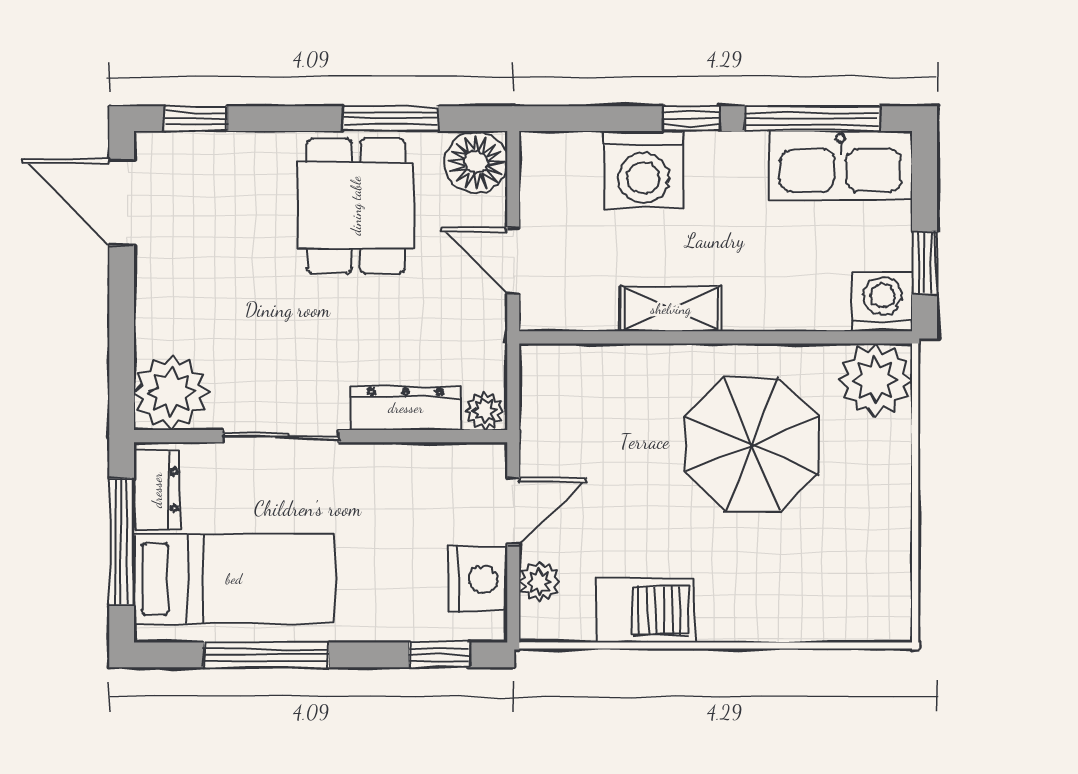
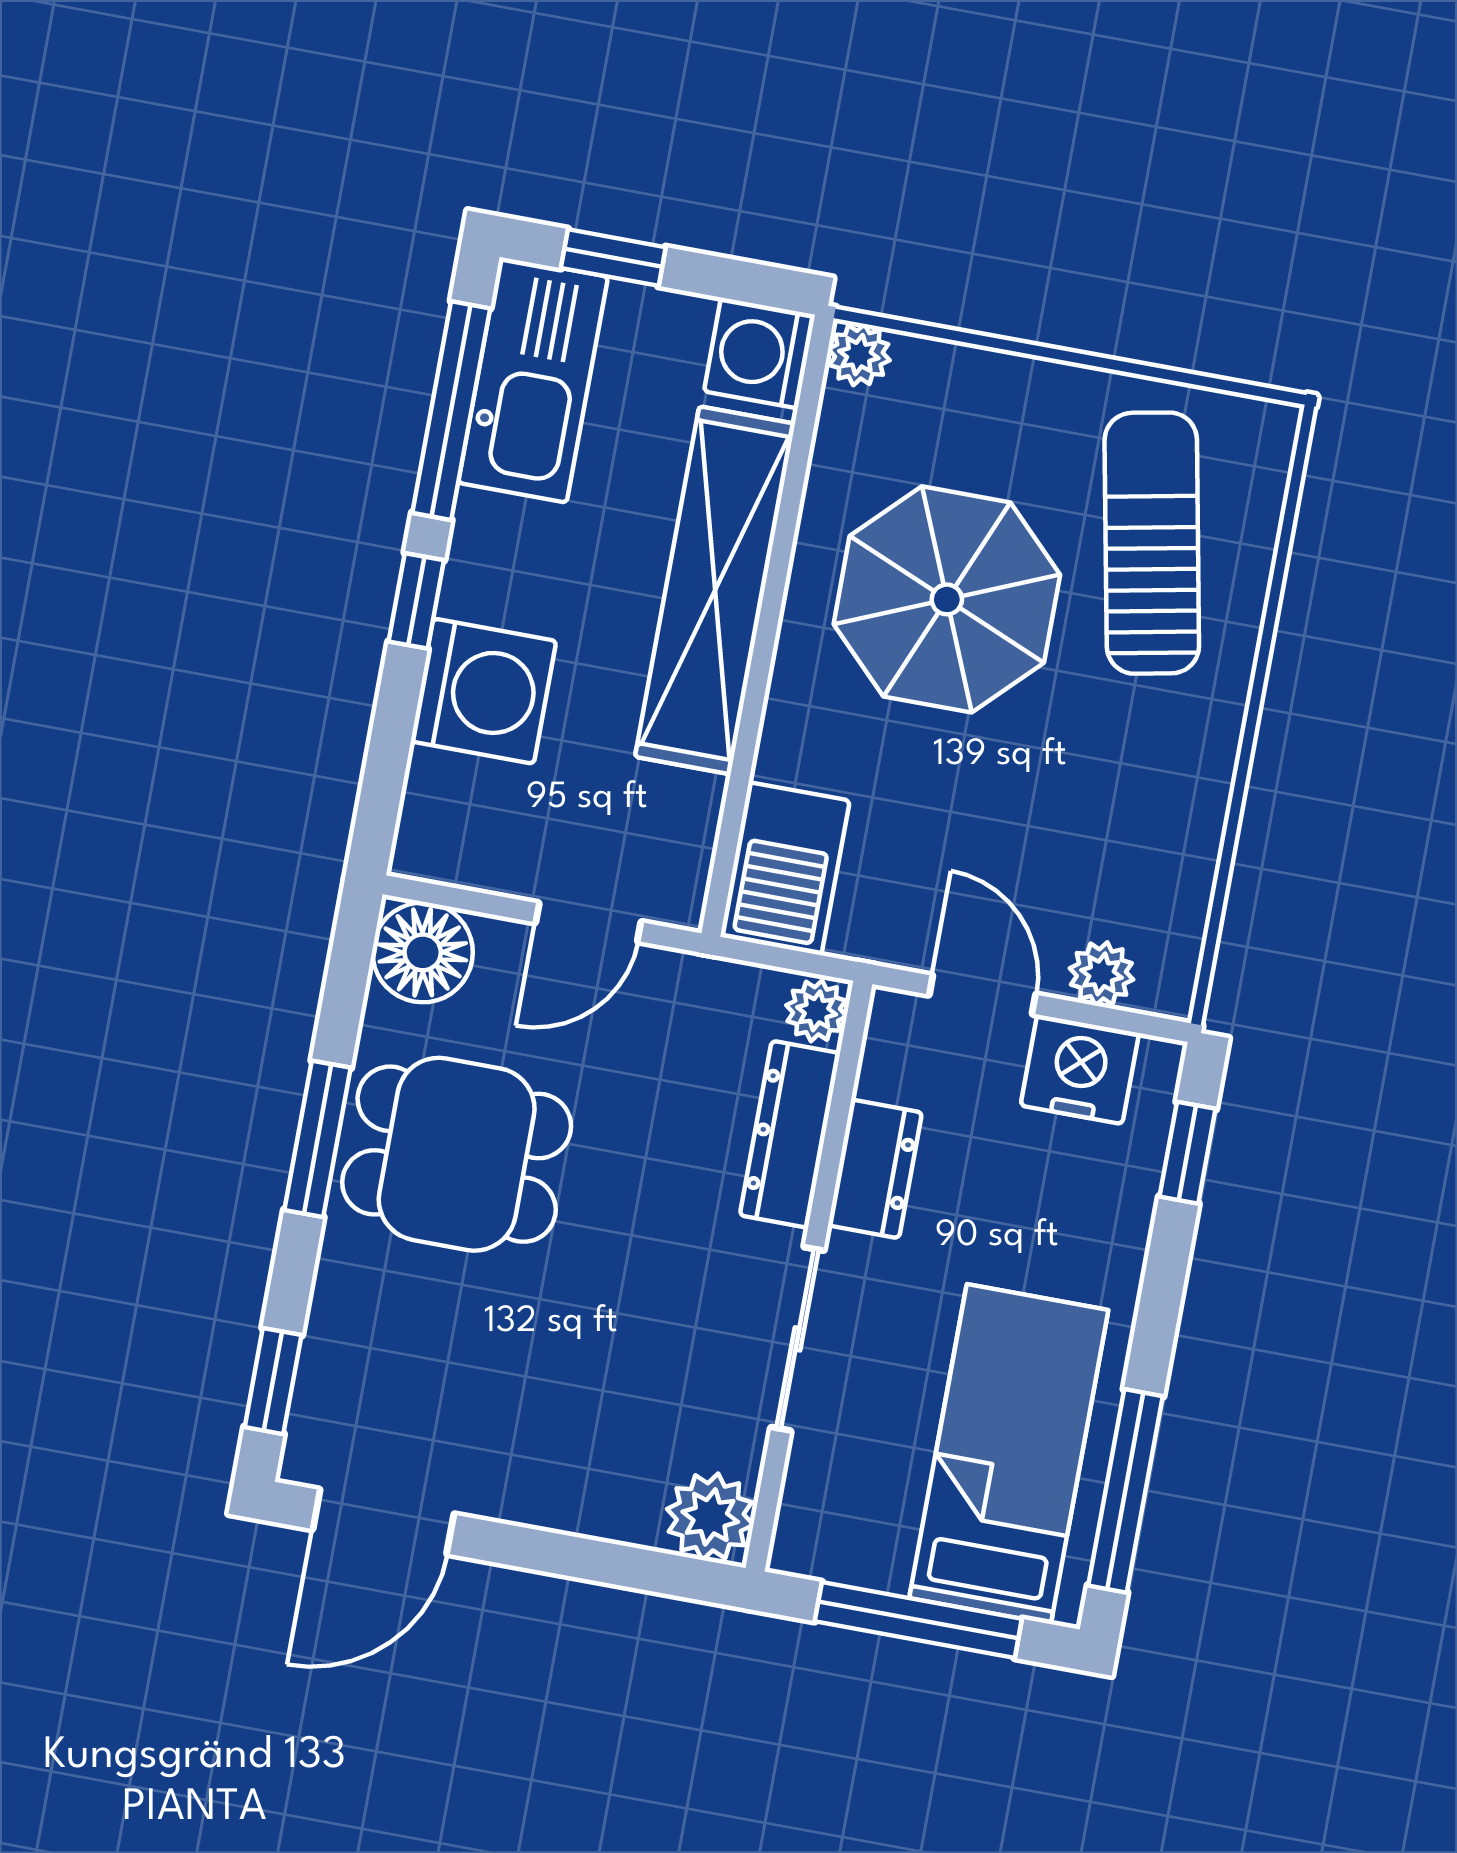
window: (391, 119) -> (317, 1139), moved
window: (925, 263) -> (613, 258), moved
shelving: (671, 309) -> (715, 590), width x2.20, depth x1.33
plant: (875, 380) -> (859, 355), width x0.53, depth x0.53
plant: (172, 393) -> (710, 1517), width x0.73, depth x0.73
dresser: (157, 490) -> (875, 1169), moved, turned 90
sun lounger: (810, 564) -> (1152, 543), added
barbecue: (645, 610) -> (785, 869), moved, turned 180
window: (266, 655) -> (1125, 1491), moved

